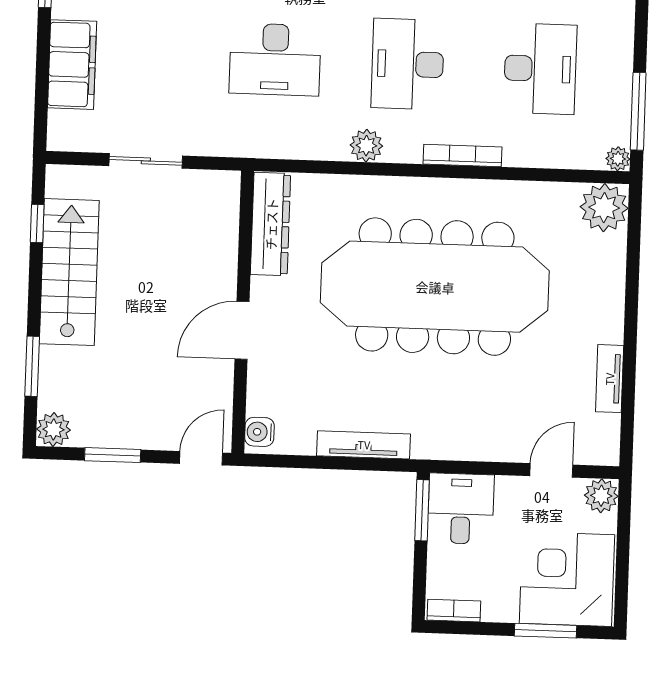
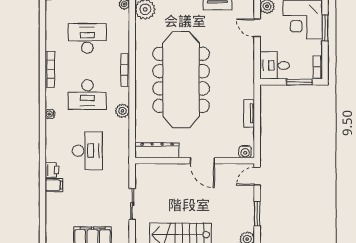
tv unit: (364, 445) -> (249, 113), width x0.71
door: (201, 458) -> (257, 176), hinge flipped
window: (422, 510) -> (299, 82), moved

